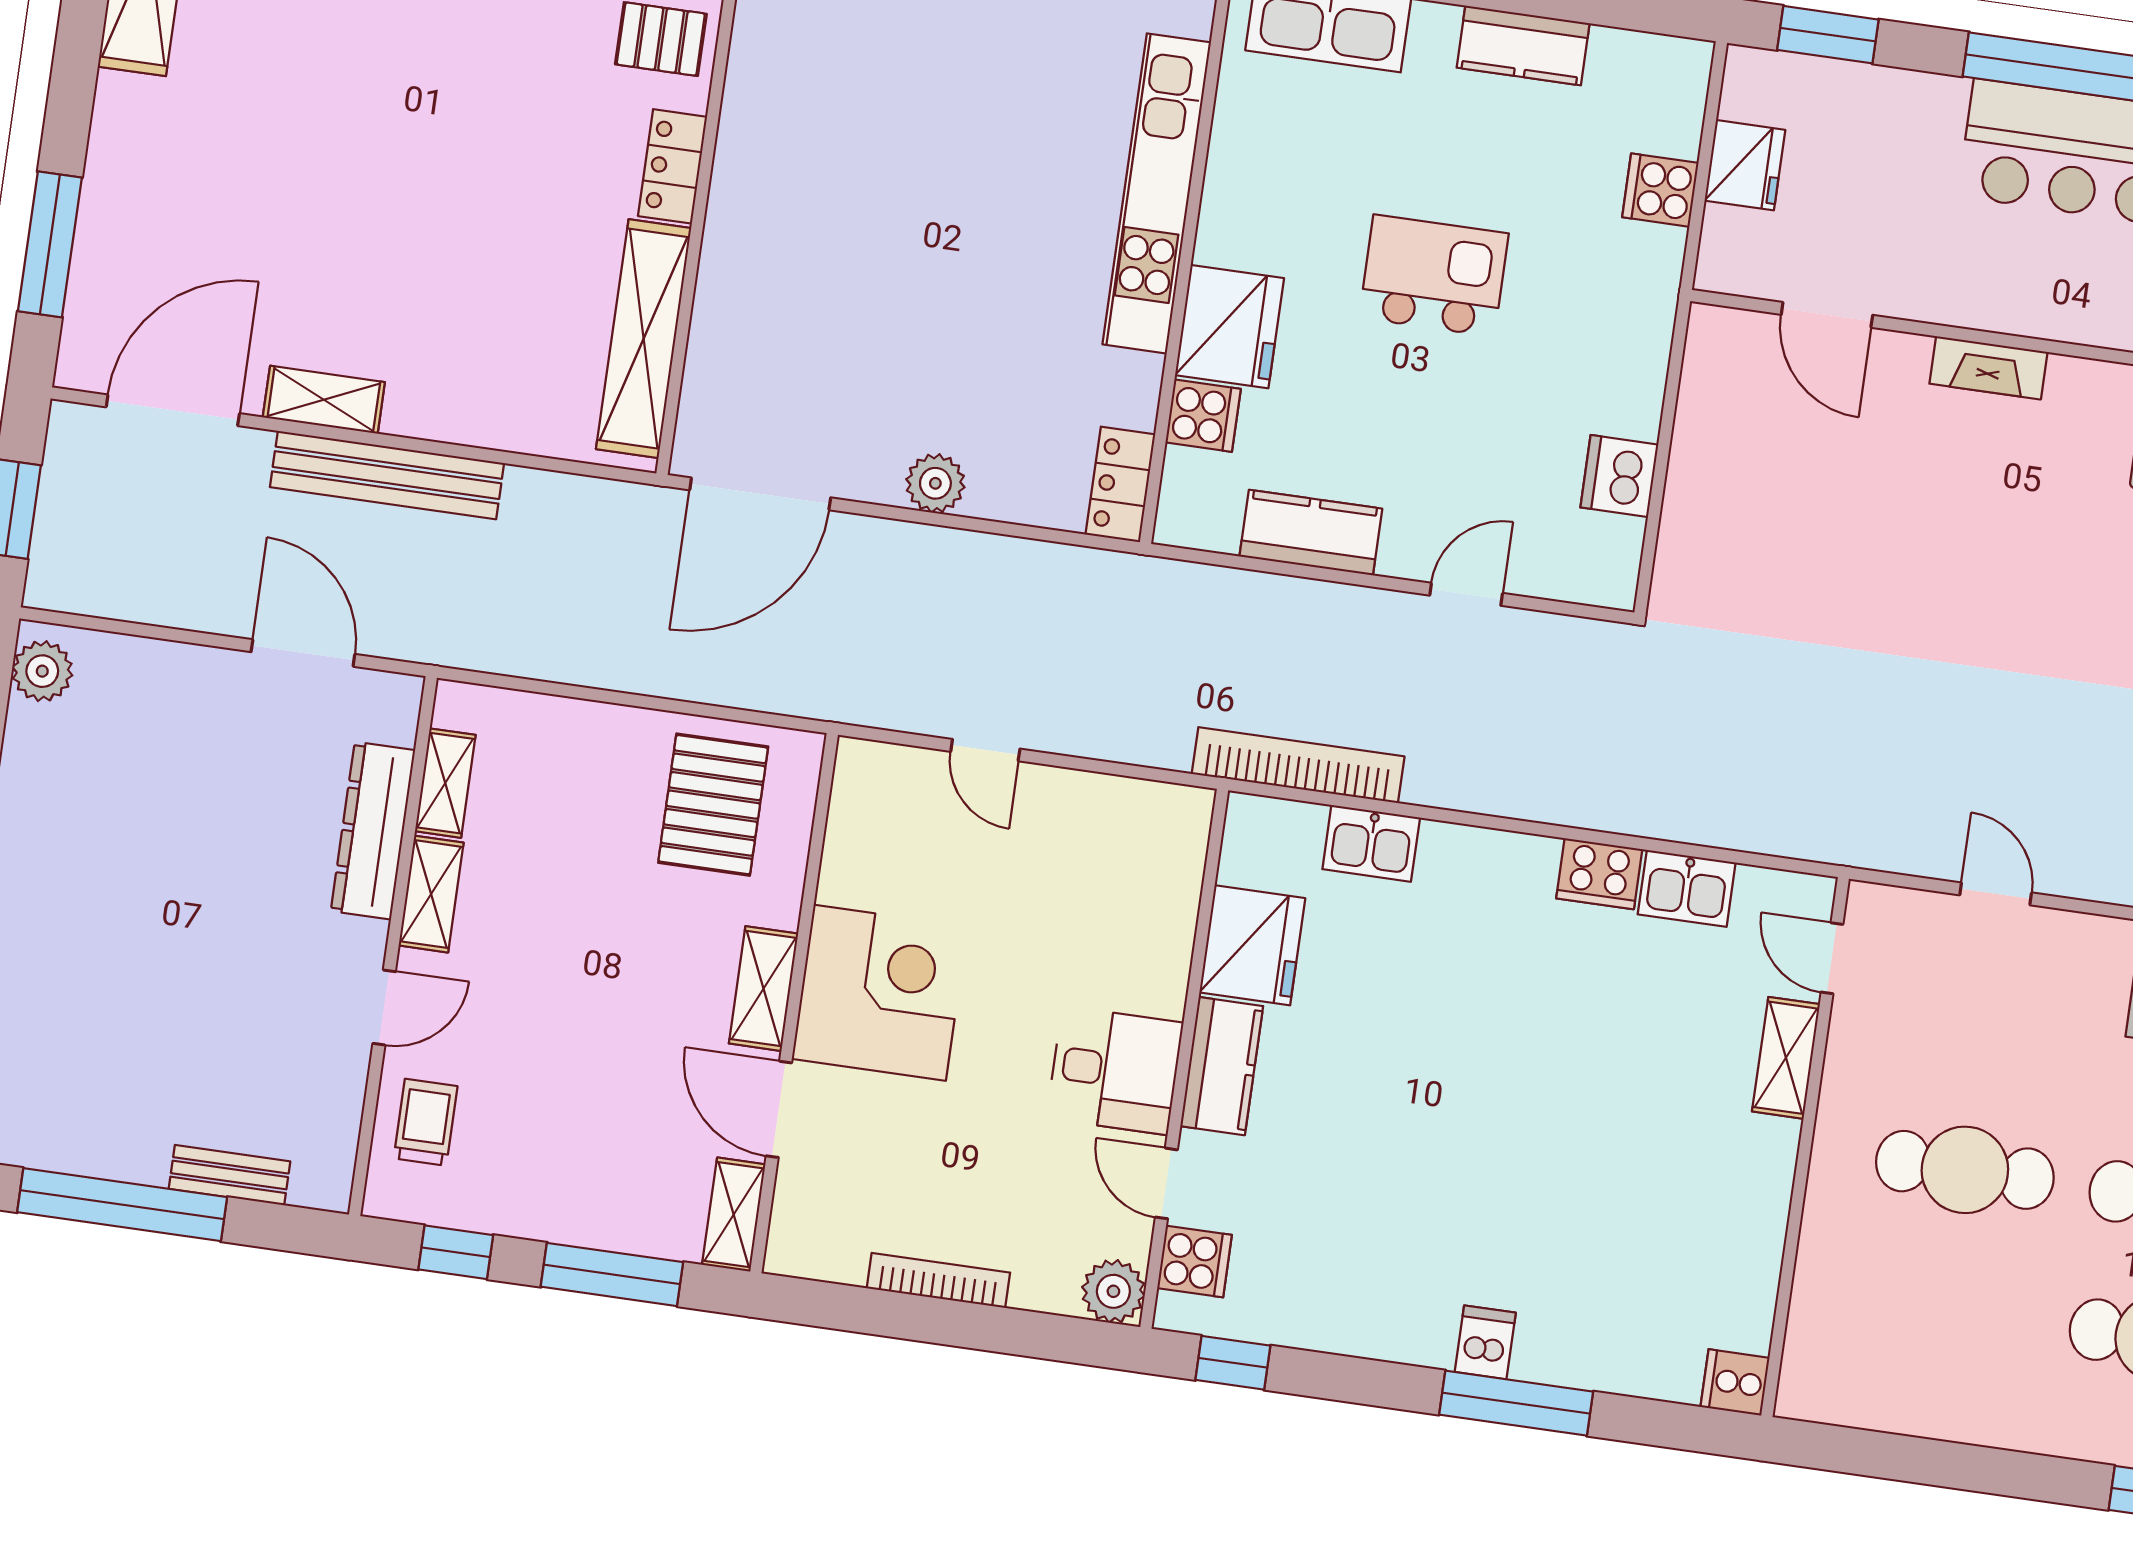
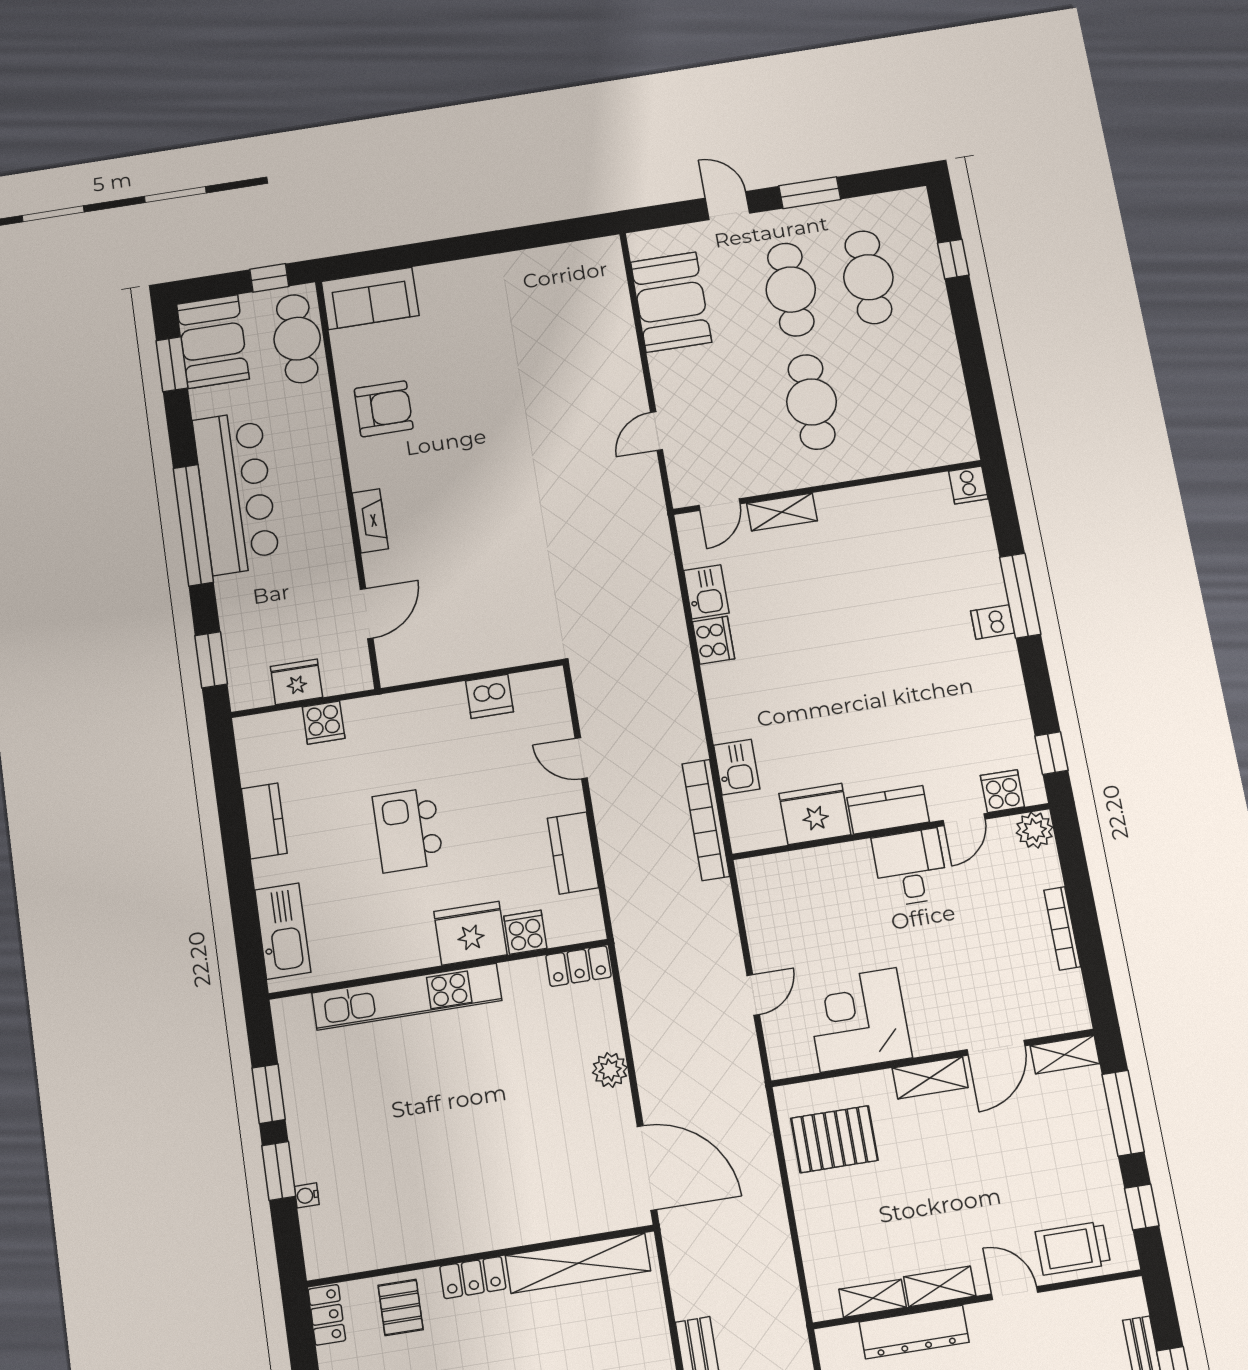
corner desk: (880, 993) -> (858, 1020), moved
trolley: (426, 1122) -> (1073, 1248), width x1.36, depth x1.39

